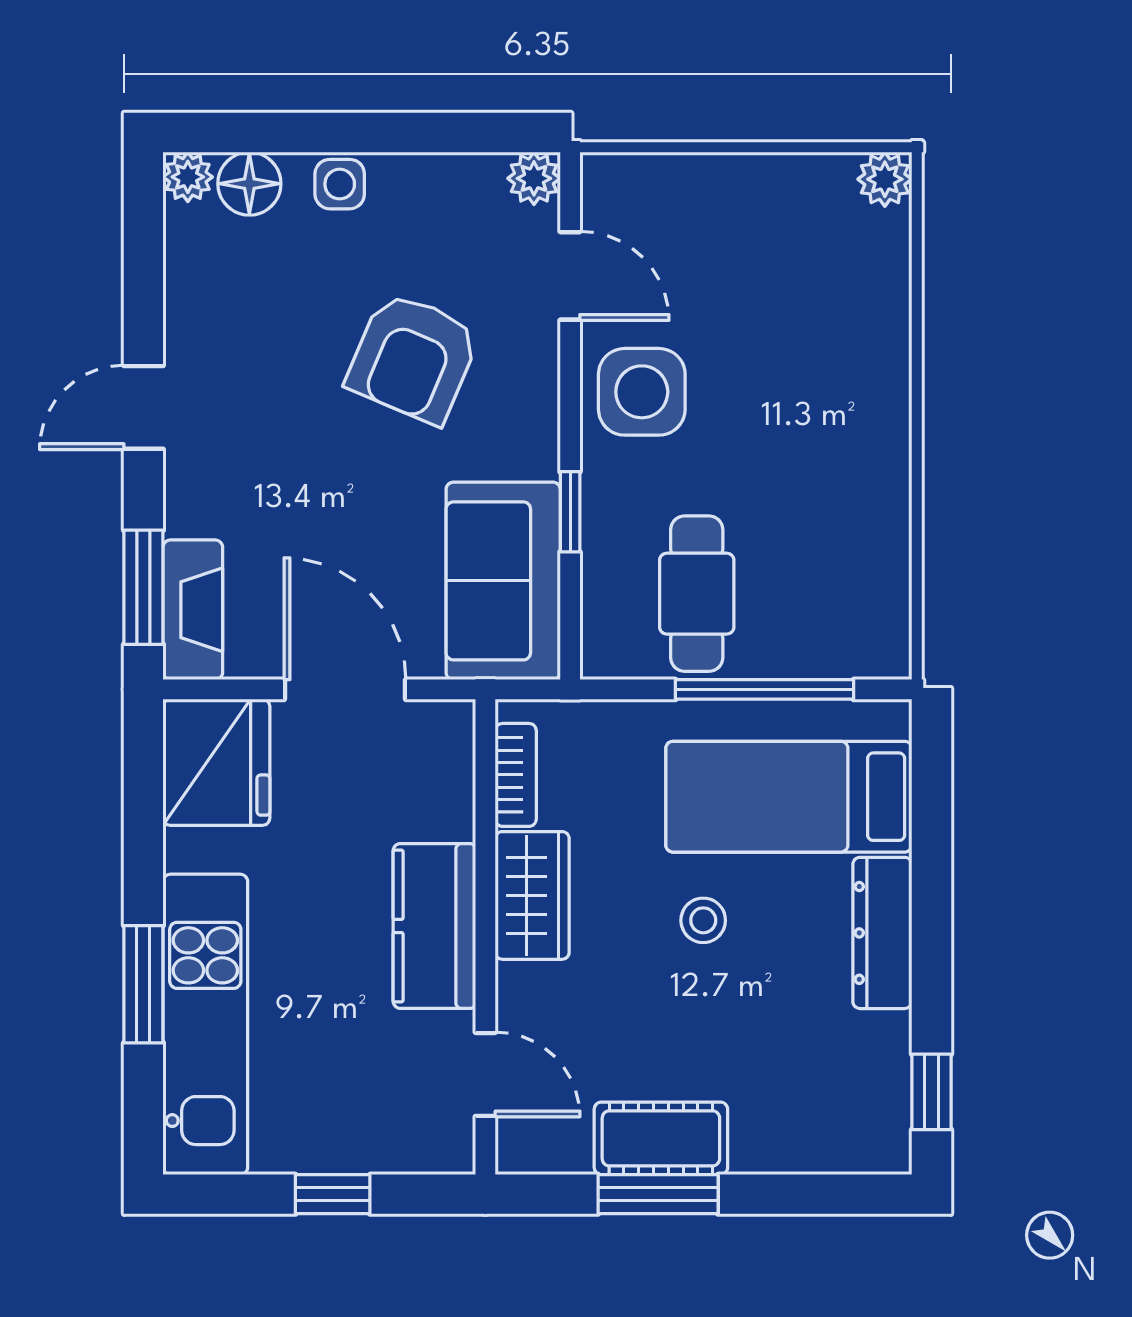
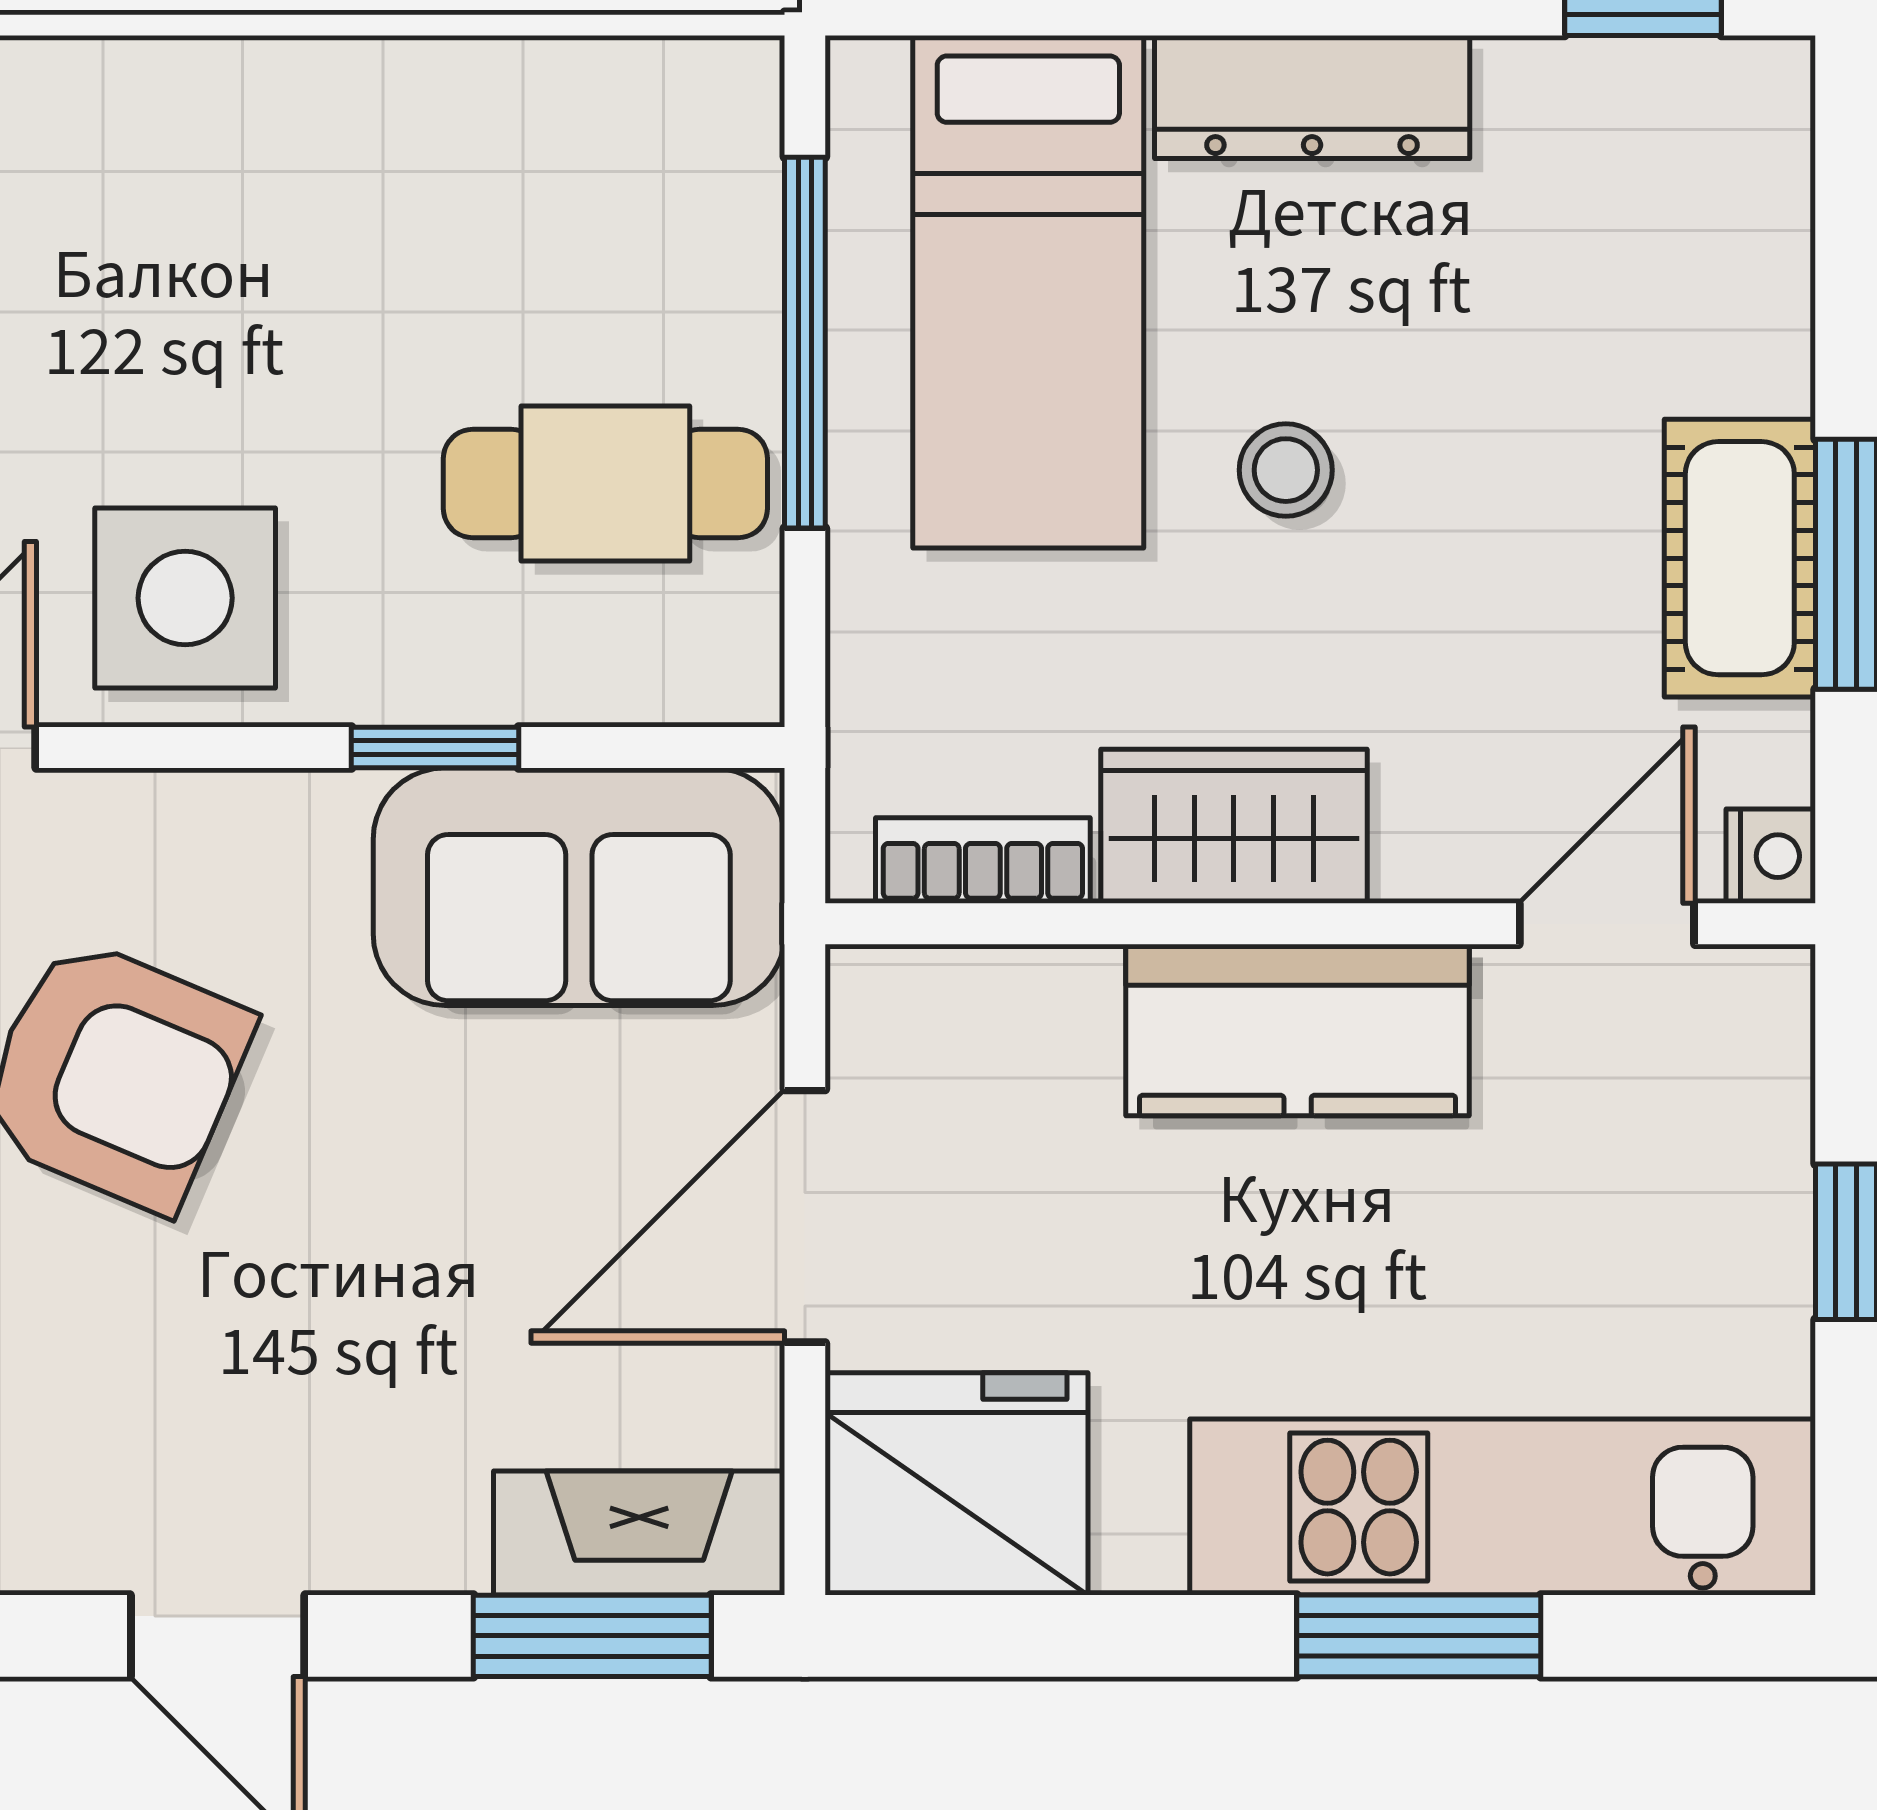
nightstand: (518, 1153) -> (1771, 856), added

